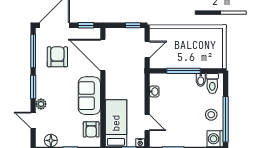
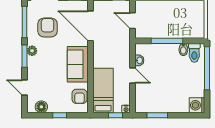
door: (147, 49) -> (133, 21), swing flipped
plant: (41, 104) -> (32, 51), moved
stool: (211, 115) -> (193, 82), removed
window: (226, 119) -> (207, 68), moved
door: (147, 123) -> (133, 76), moved

